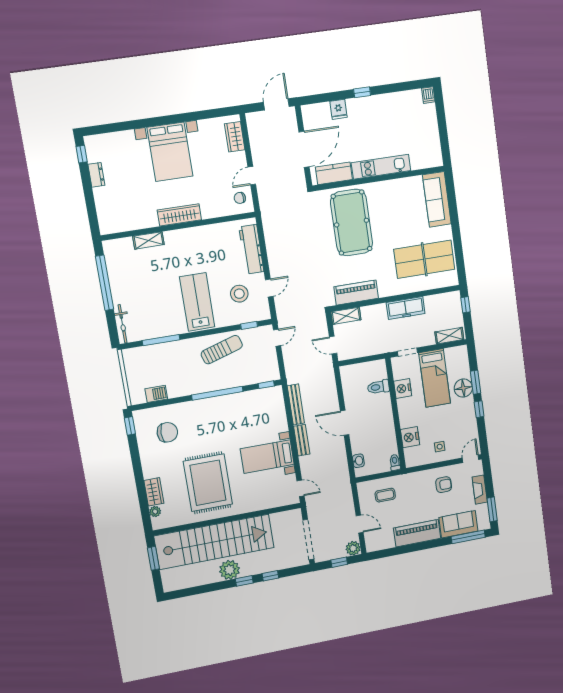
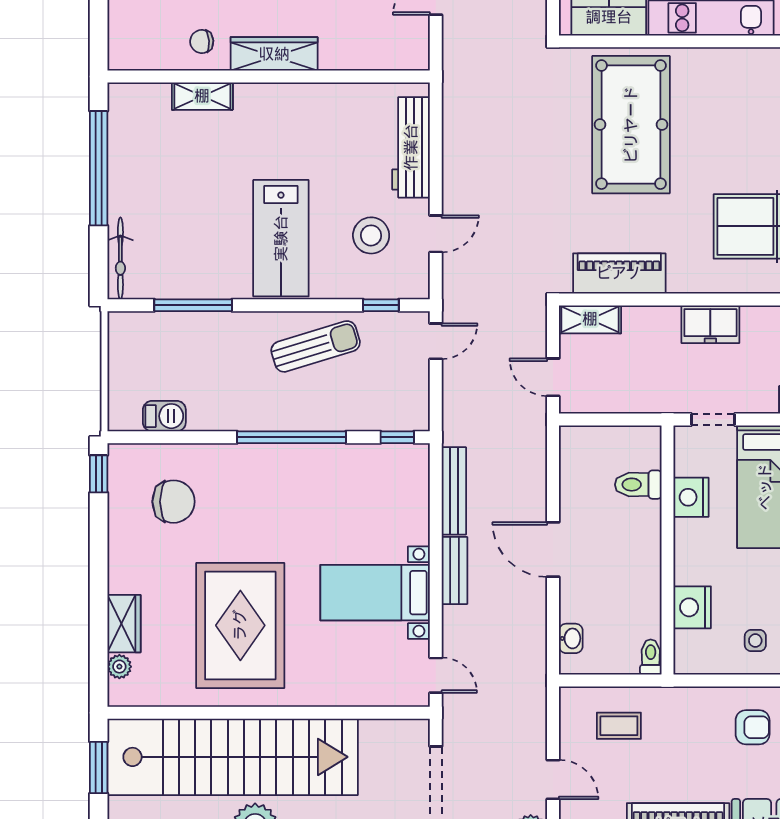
chair: (240, 198) -> (202, 41), moved
lab bench: (197, 302) -> (281, 238), turned 180
freezer: (406, 308) -> (710, 324), width x0.71

